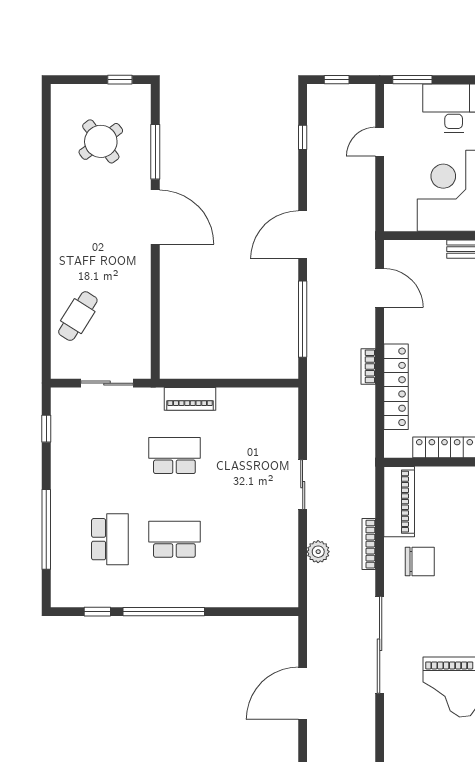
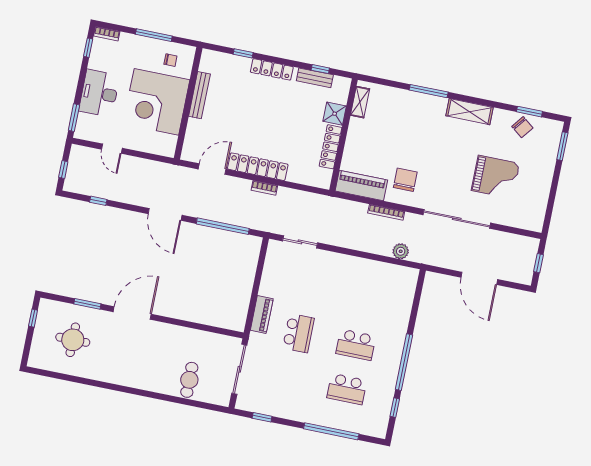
round table: (101, 141) -> (73, 340), turned 37
window: (155, 152) -> (87, 304), width x0.69
cafe table: (78, 316) -> (189, 380), turned 58
sliding door: (107, 383) -> (239, 369), width x1.37
locker: (396, 387) -> (258, 167), moved
school desk: (174, 456) -> (298, 333), turned 180
sliding door: (303, 485) -> (300, 242), moved
school desk: (110, 539) -> (347, 389), turned 180
school desk: (174, 539) -> (356, 345), turned -90
plant: (318, 552) -> (401, 251), moved

